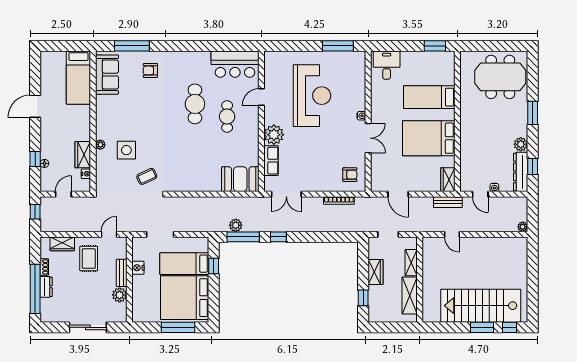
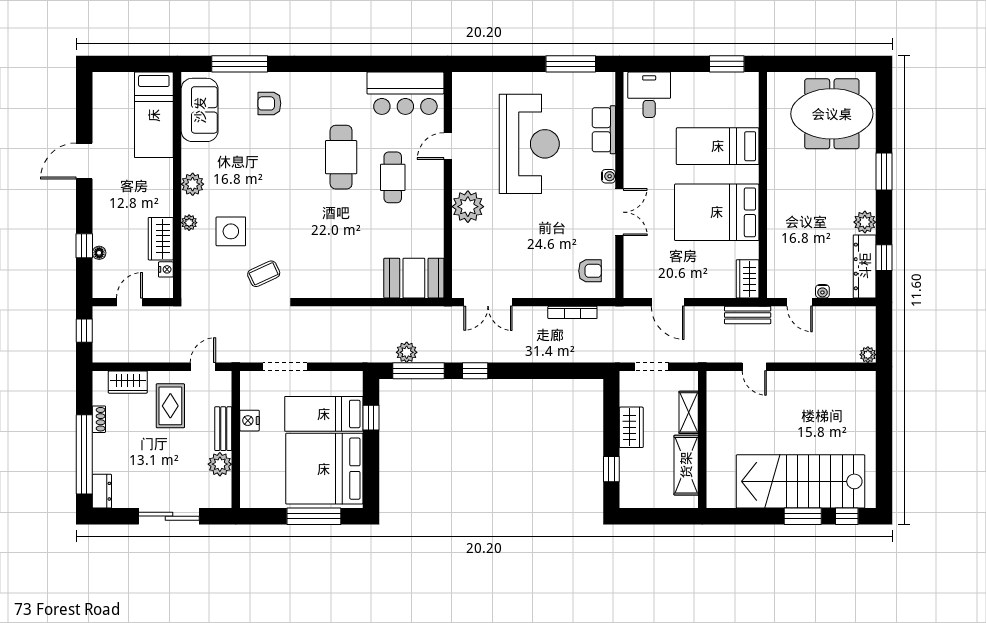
plant: (103, 121) -> (193, 184), added
row of seats: (271, 161) -> (604, 130), moved, turned 180
dresser: (46, 287) -> (102, 491), moved

